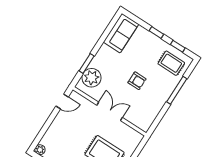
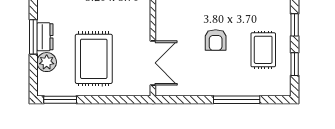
rug: (171, 63) -> (263, 50), moved
double door: (110, 111) -> (153, 63), moved

